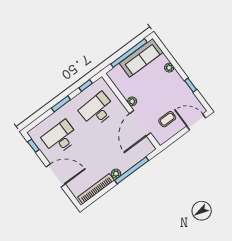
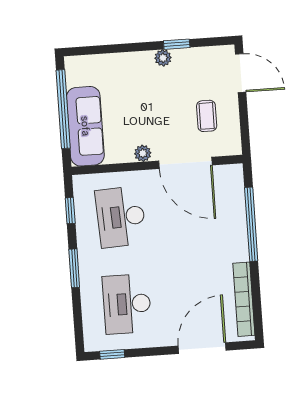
sofa: (141, 58) -> (85, 126), moved
plant: (169, 68) -> (163, 58), moved
door: (196, 122) -> (241, 73), swing flipped
plant: (116, 174) -> (240, 252), removed
door: (56, 175) -> (202, 348), moved

